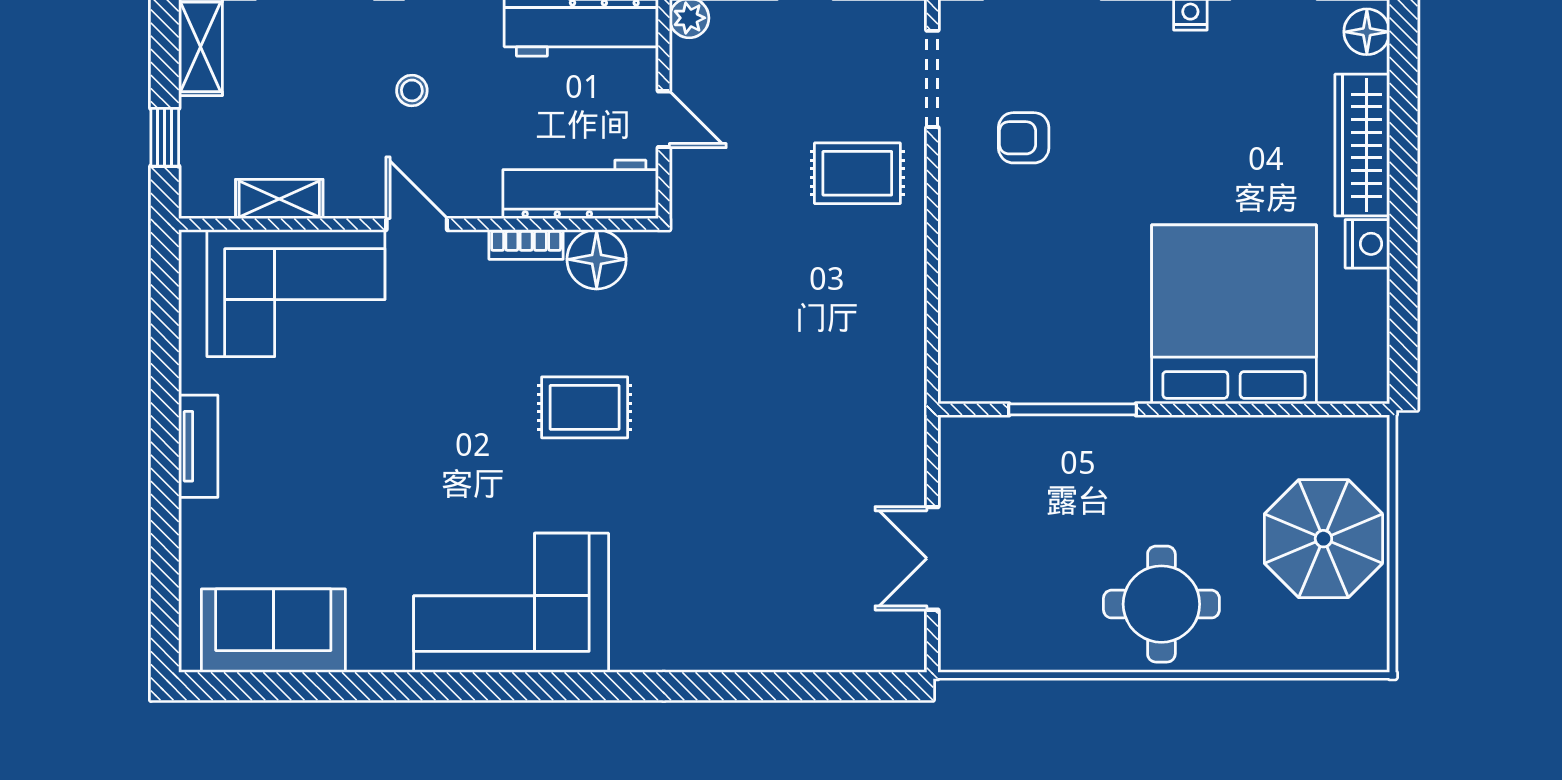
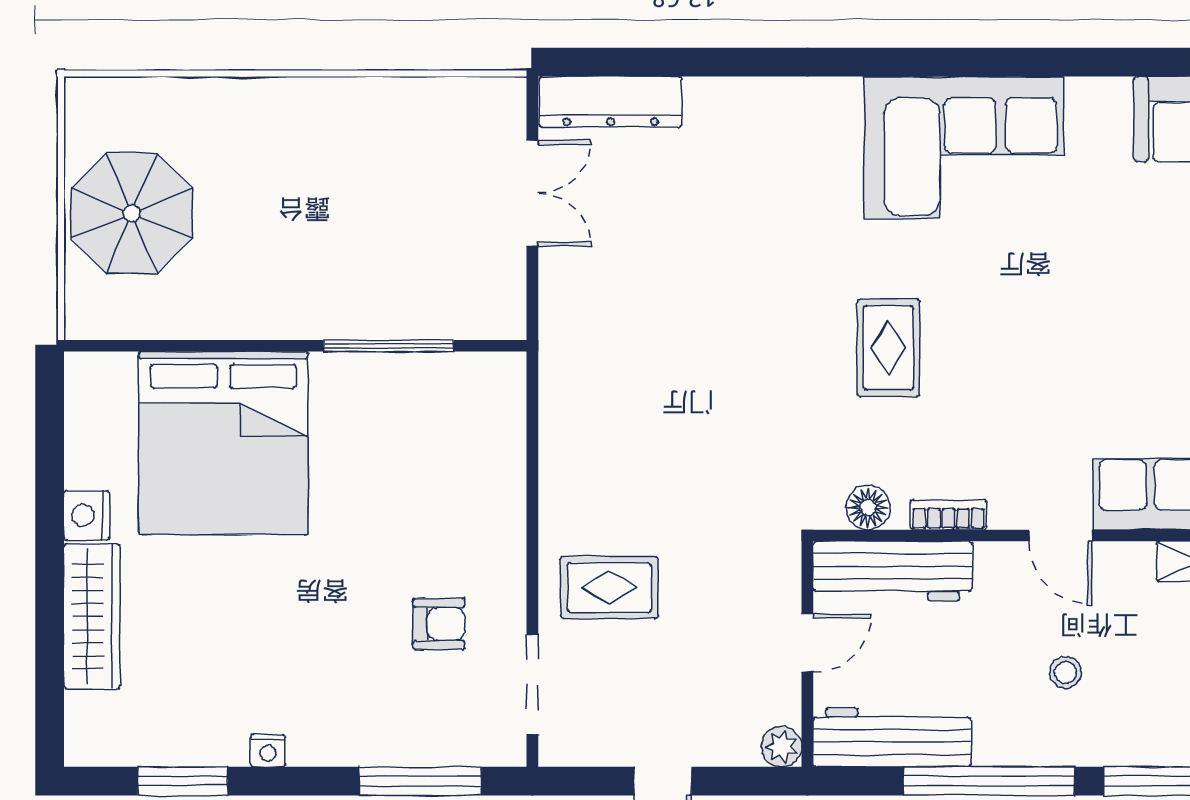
floor lamp: (1367, 32) -> (87, 732), removed
door: (664, 119) -> (807, 643), swing flipped
floor lamp: (597, 259) -> (868, 508), width x0.73, depth x0.73
rug: (585, 407) -> (888, 348), turned 90
round table: (1161, 604) -> (298, 146), removed
dresser: (856, 647) -> (611, 102), added

